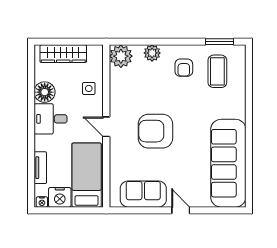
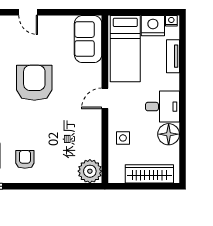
plant: (152, 53) -> (58, 175), removed
door: (106, 127) -> (105, 98), swing flipped
armchair: (155, 131) -> (34, 83), moved, turned -90
sofa: (143, 194) -> (88, 39), moved, turned 90

